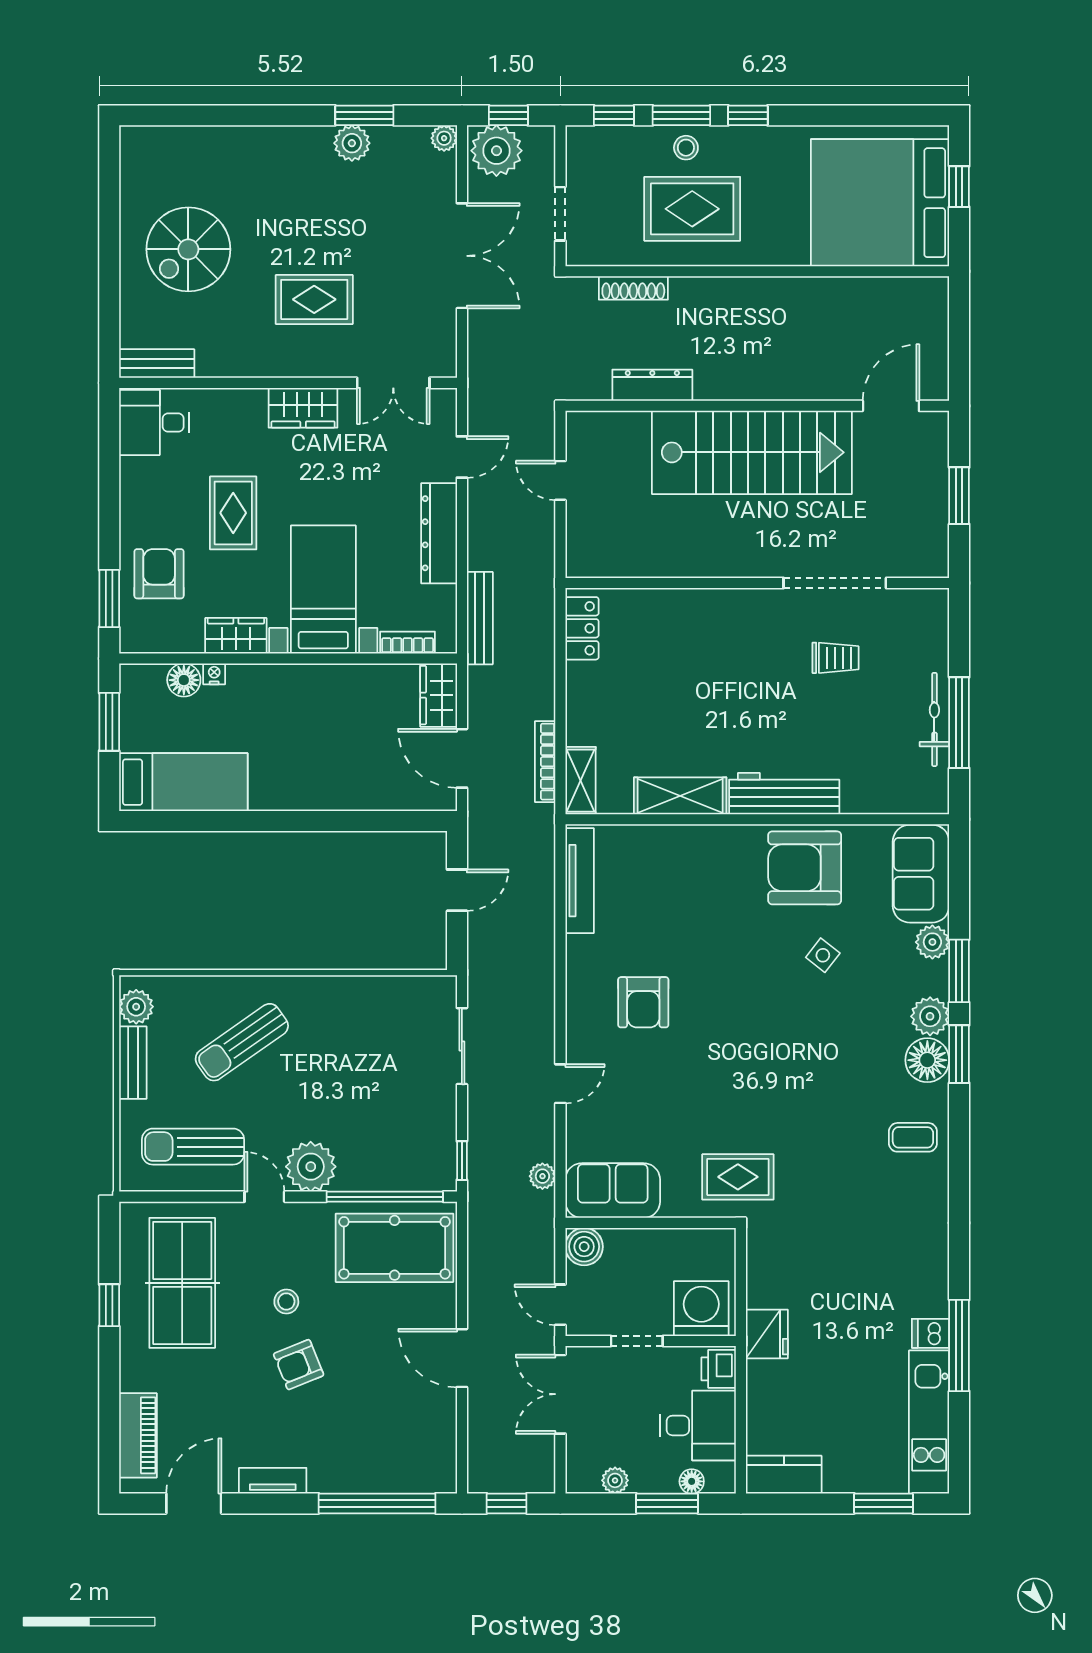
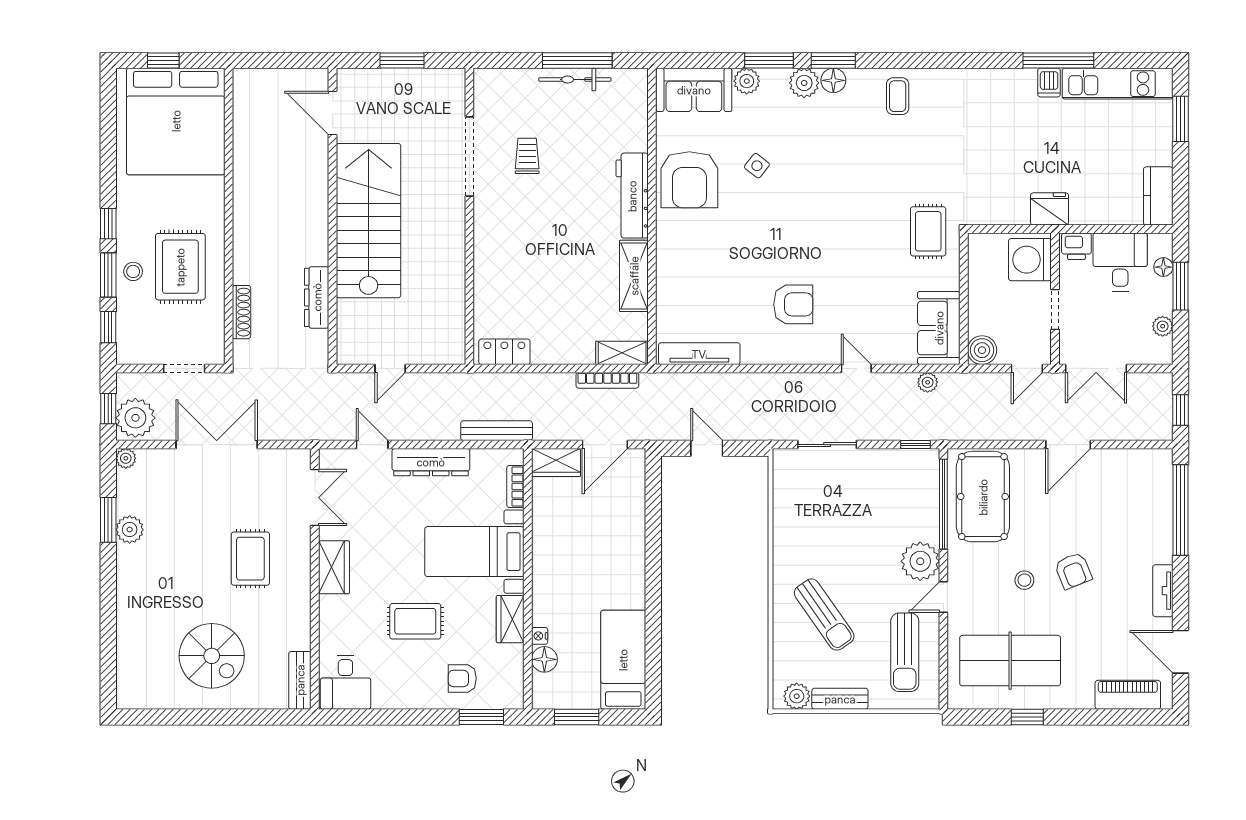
armchair: (159, 574) -> (462, 678), width x0.72, depth x0.72
floor lamp: (927, 1060) -> (833, 80), width x0.73, depth x0.73

